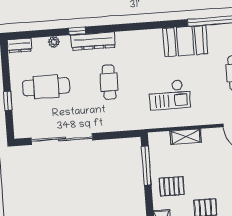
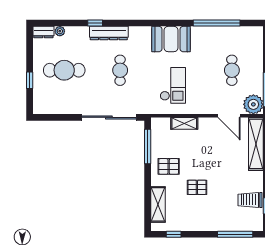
booth: (185, 41) -> (171, 39), moved
plant: (54, 42) -> (60, 31), moved
checkout: (170, 95) -> (173, 85), turned -90
sliding door: (62, 139) -> (109, 117), moved

